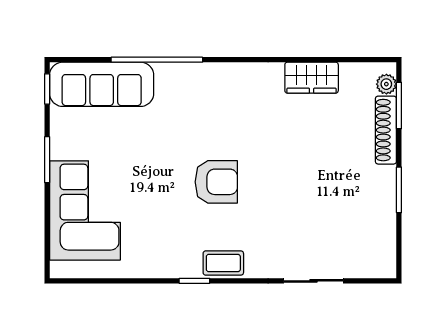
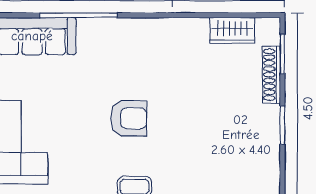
wardrobe: (312, 78) -> (232, 30), moved
plant: (386, 84) -> (272, 36), removed

